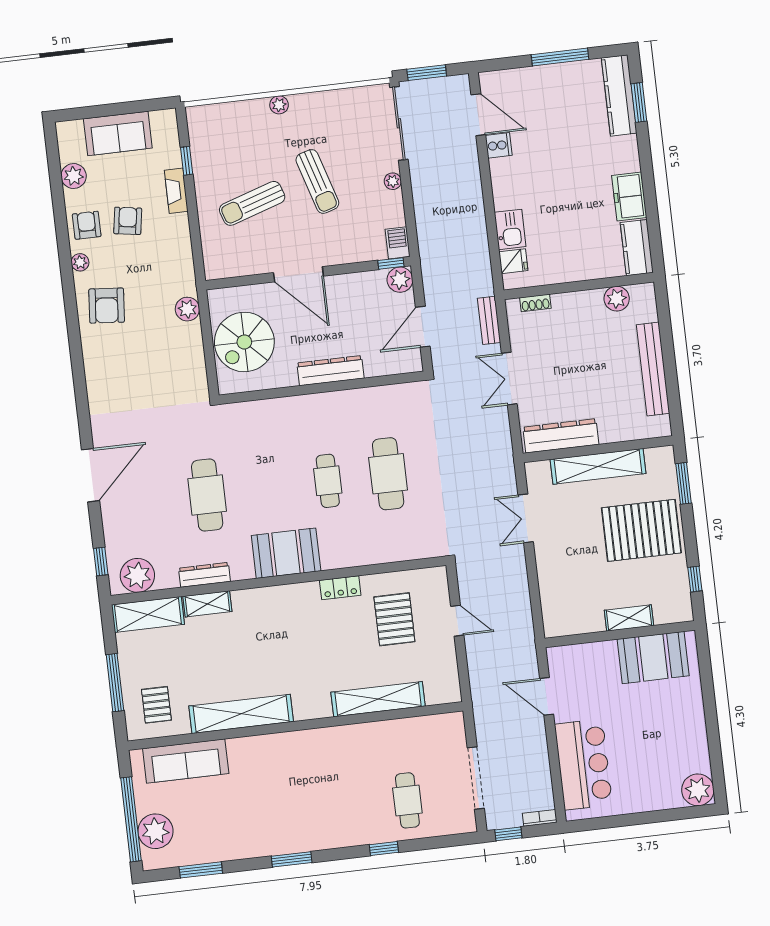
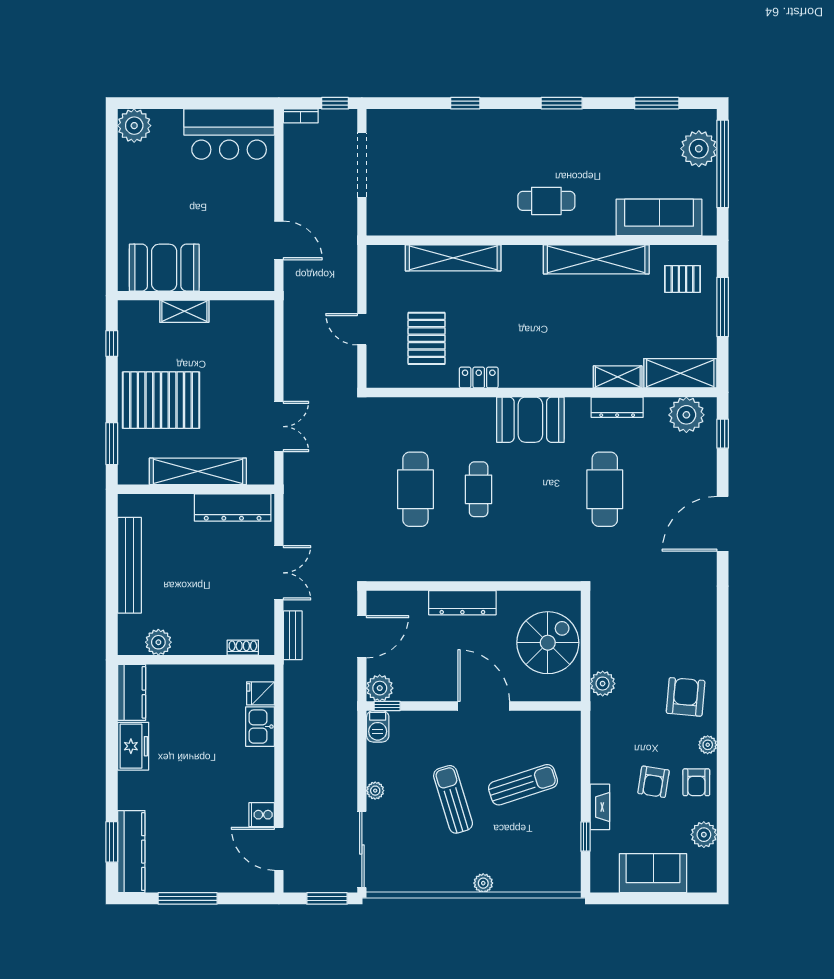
pallet: (156, 705) -> (682, 279), turned 90
bar counter: (583, 764) -> (229, 134), moved, turned -90
cafe table: (407, 800) -> (546, 201), moved, turned 90

